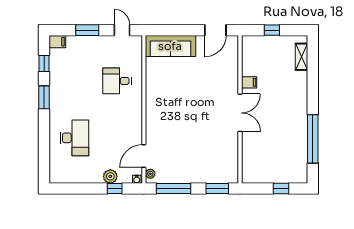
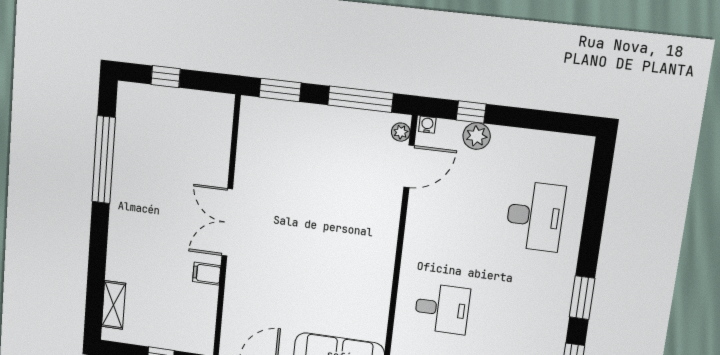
desk: (74, 138) -> (535, 216), turned 180

